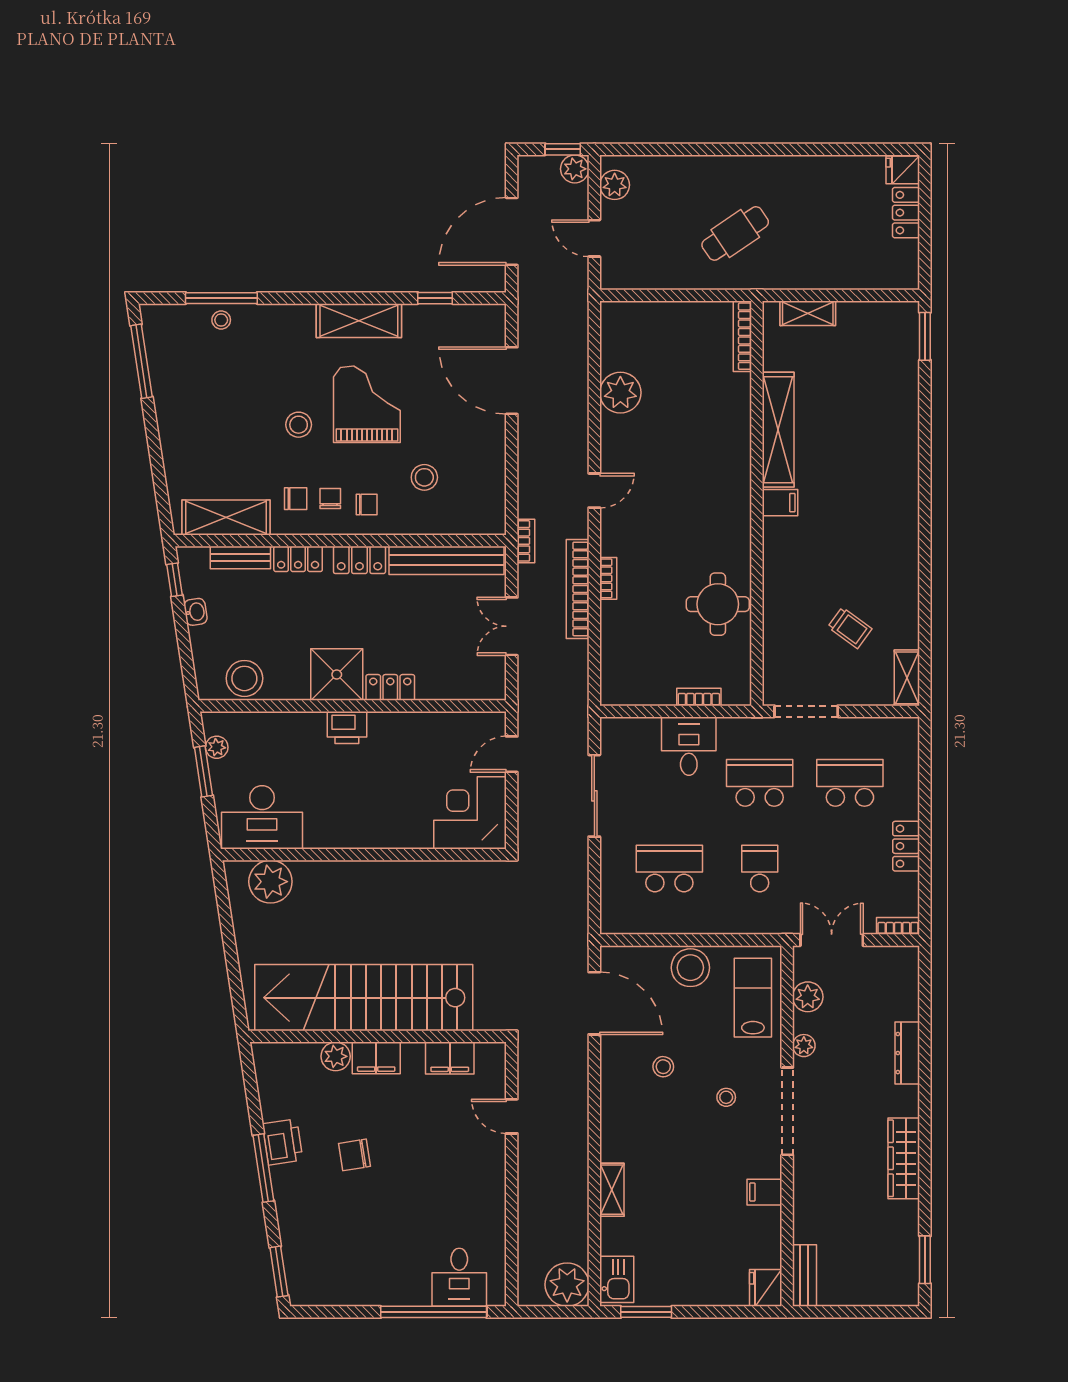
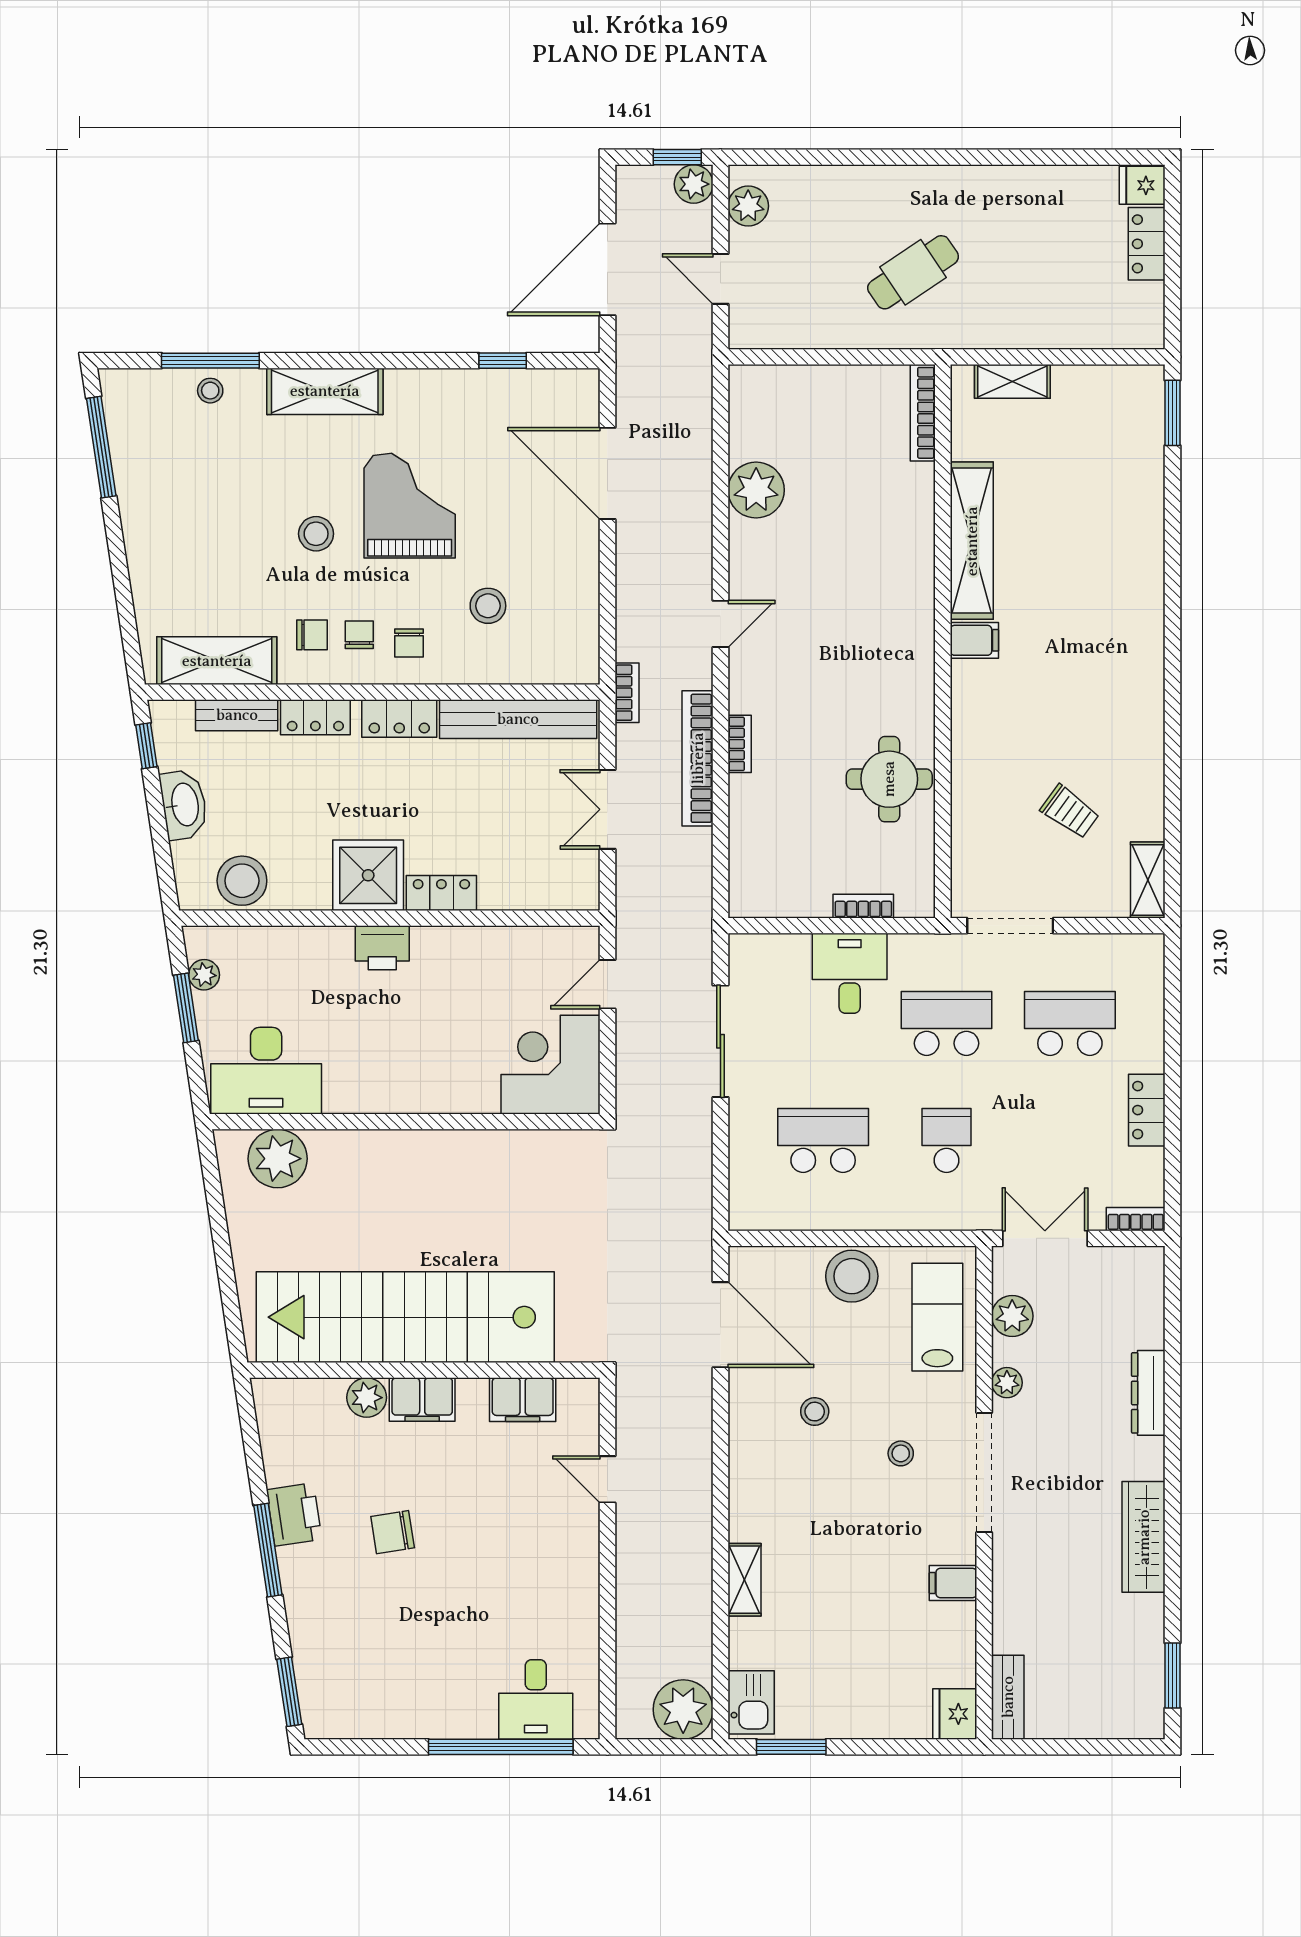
shelving: (359, 321) -> (325, 391), moved
chair: (367, 505) -> (409, 643), turned 90
washbasin: (195, 612) -> (184, 805), width x1.91, depth x1.45

